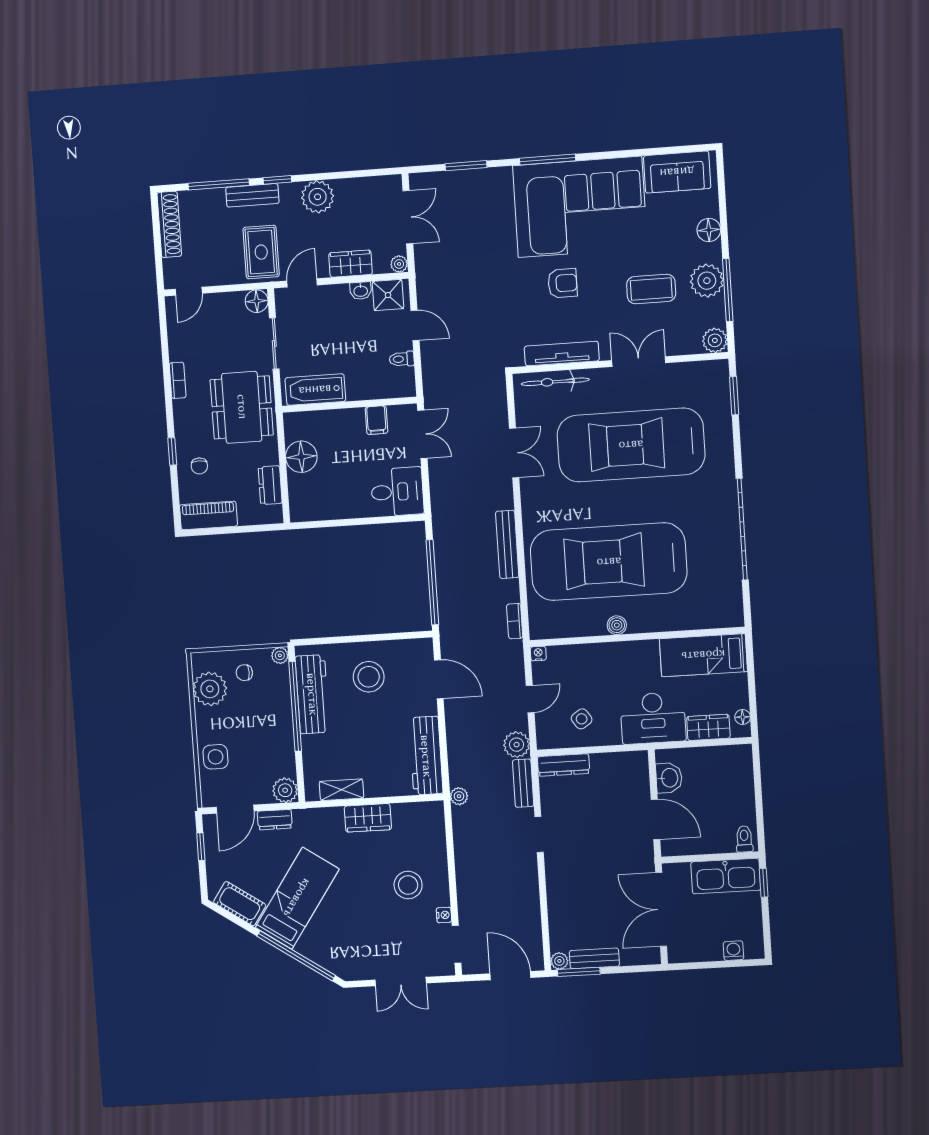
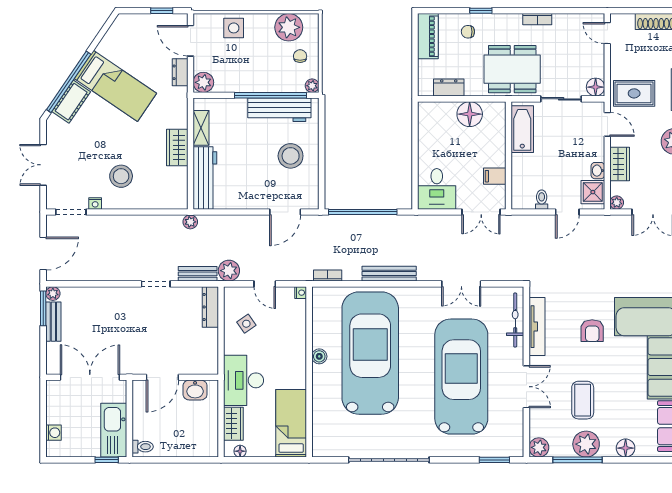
workbench: (426, 756) -> (205, 178), moved, turned 90
cot: (240, 904) -> (71, 102), moved

